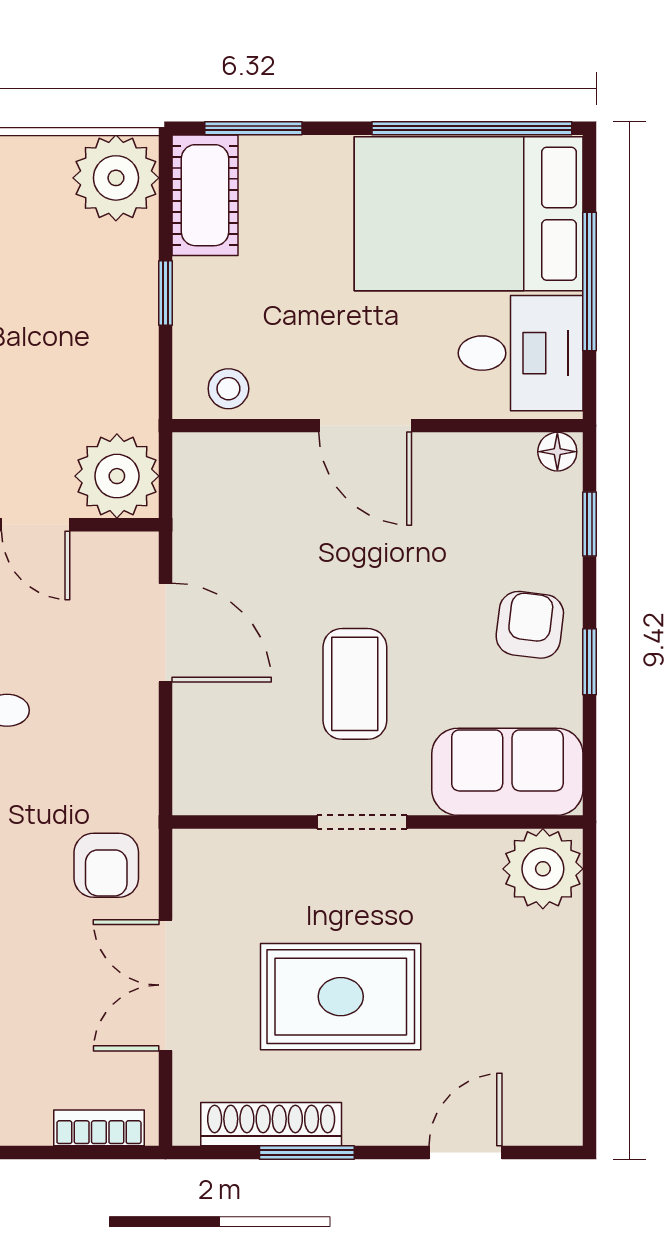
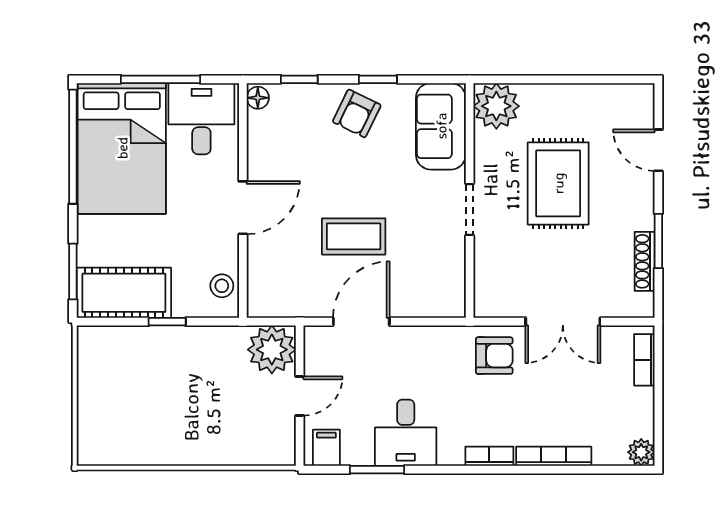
plant: (116, 178) -> (101, 350), removed
cot: (205, 195) -> (124, 293), width x1.37, depth x1.34
armchair: (530, 625) -> (357, 113), turned -71
coffee table: (355, 684) -> (354, 236), moved
rug: (341, 997) -> (558, 183), moved
shoe rack: (271, 1124) -> (645, 261), width x0.74, depth x0.81

